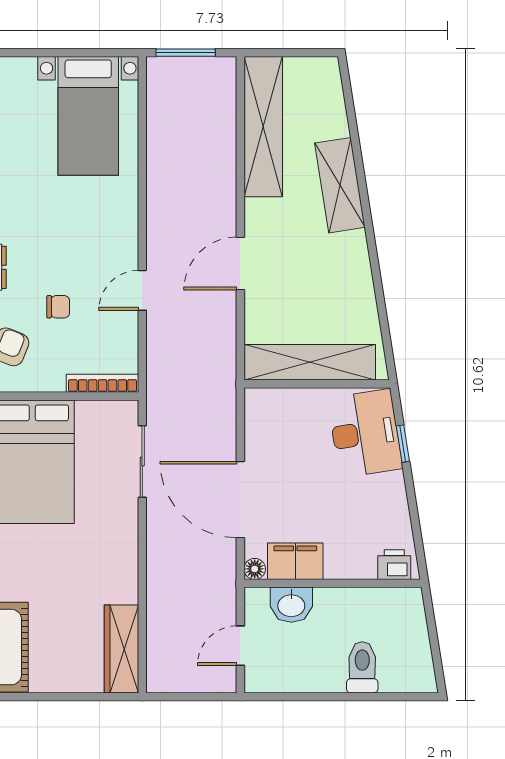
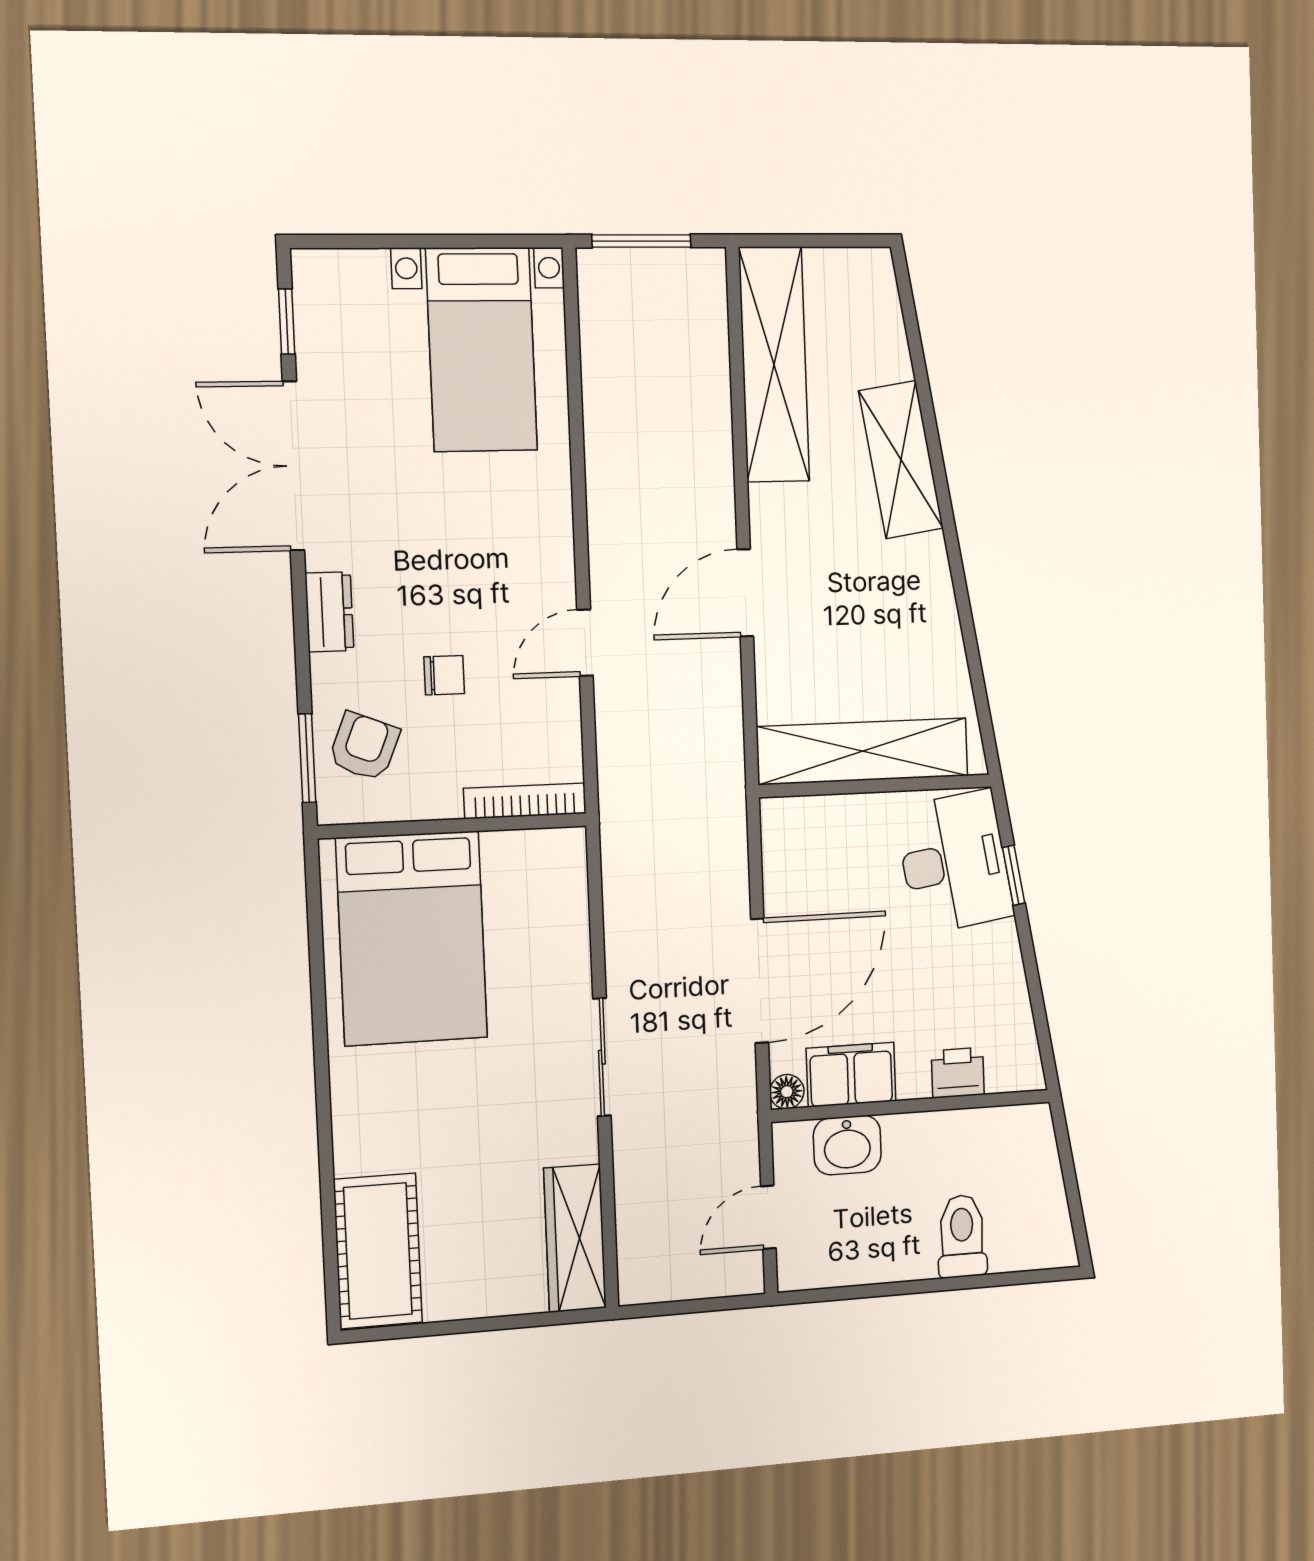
sliding door: (142, 462) -> (602, 1057), moved
door: (240, 500) -> (760, 981), swing flipped
printer: (394, 565) -> (958, 1073), moved

